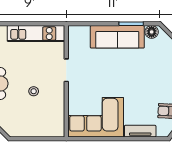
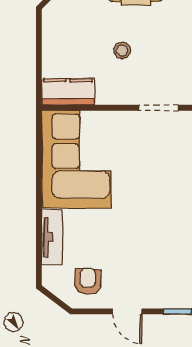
kitchen counter: (57, 122) -> (68, 92), added

